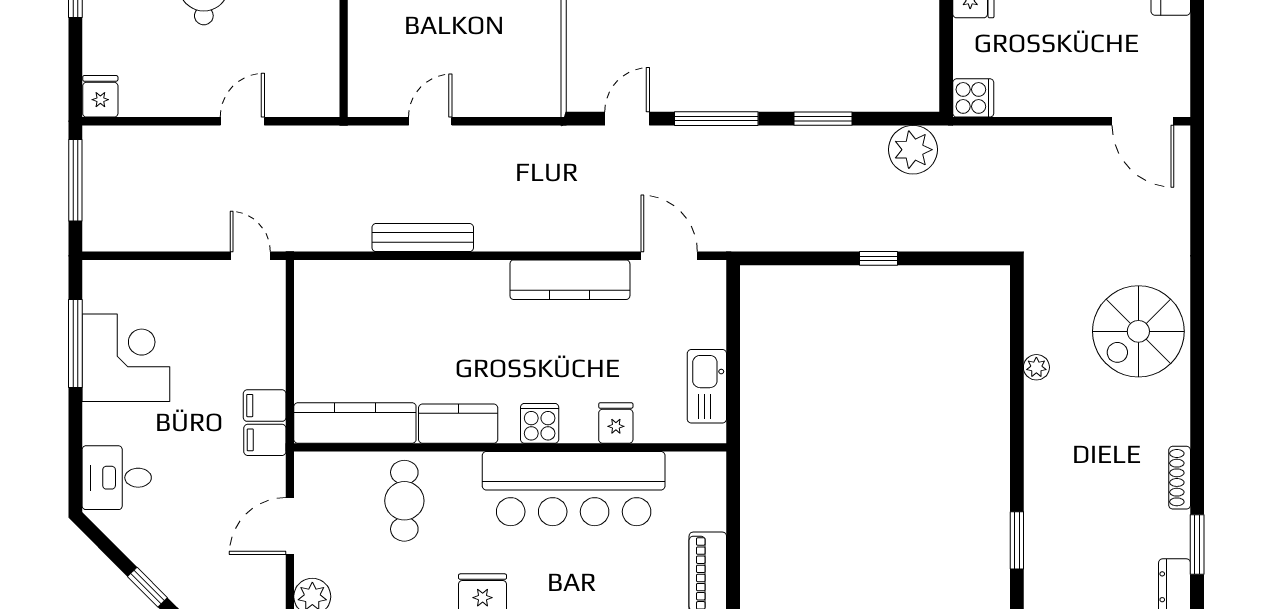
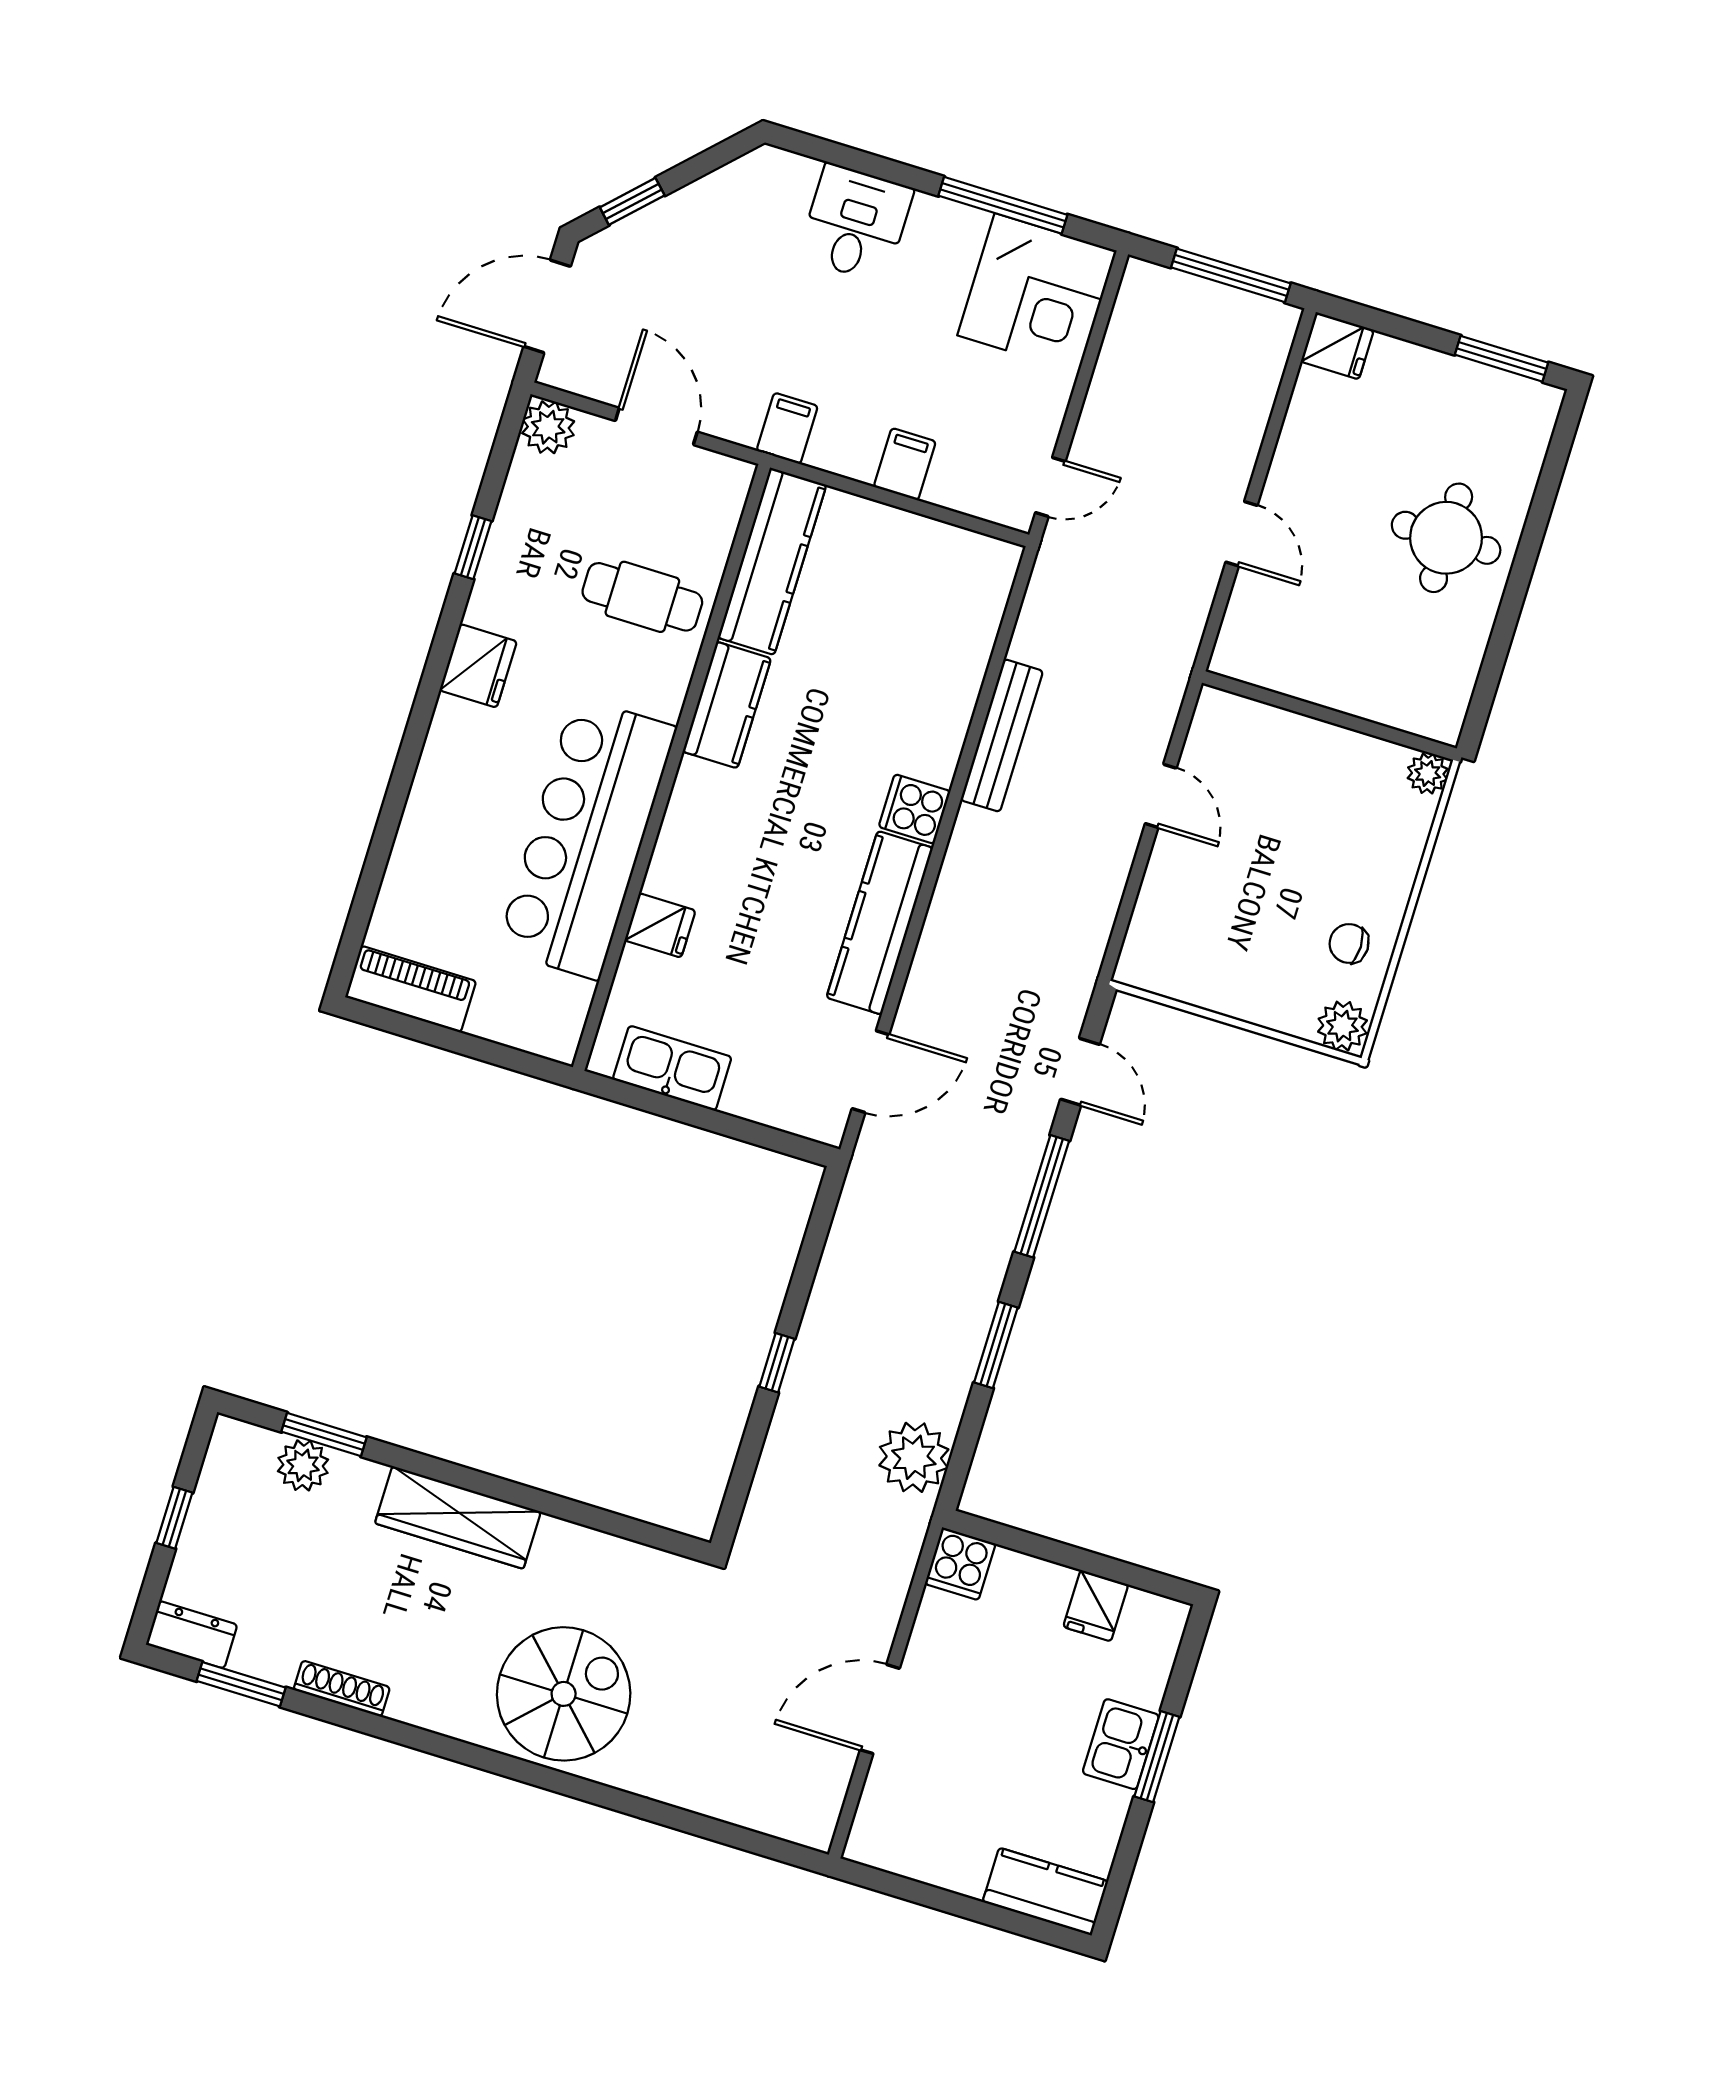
door: (1143, 121) -> (880, 1709), moved
spiral stairs: (1138, 331) -> (564, 1694), turned 90
corner desk: (126, 358) -> (1037, 293), moved
plant: (1036, 367) -> (303, 1465), moved, width x1.38, depth x1.38
filing cabinet: (265, 406) -> (905, 464), moved
cooker: (540, 423) -> (915, 809), moved, turned 180
wardrobe: (1044, 436) -> (458, 1517), added
desk: (117, 478) -> (856, 223), moved

